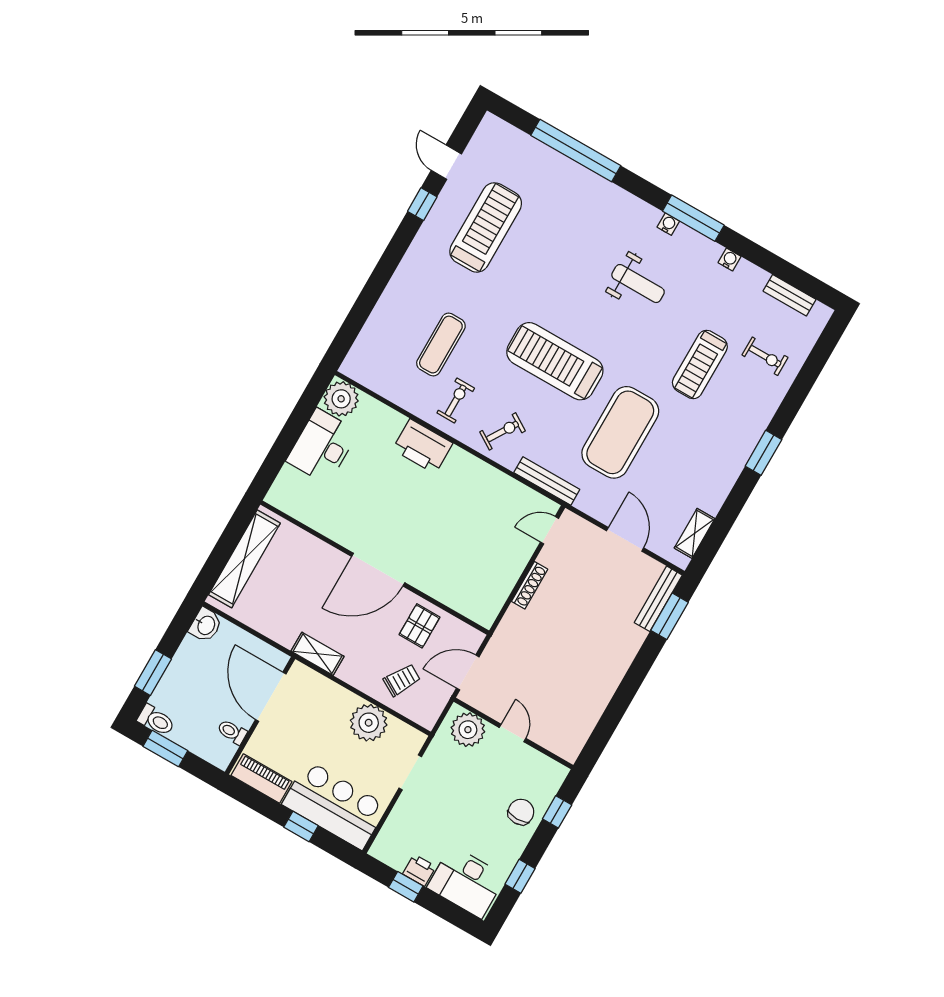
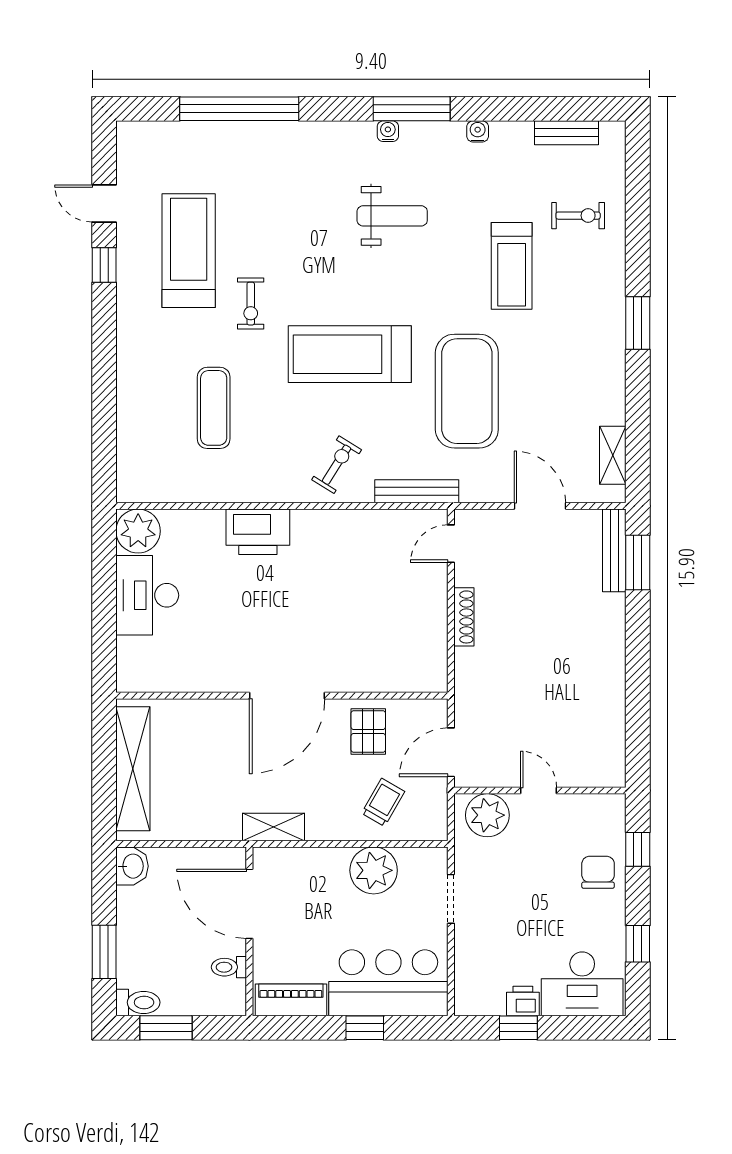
exercise bike: (456, 401) -> (251, 304), moved, turned 180

